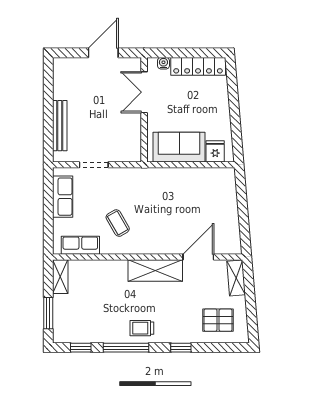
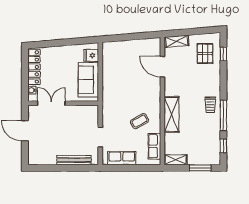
double door: (144, 92) -> (51, 103), swing flipped
shelving: (155, 271) -> (172, 114), moved
window: (181, 348) -> (223, 54), moved

